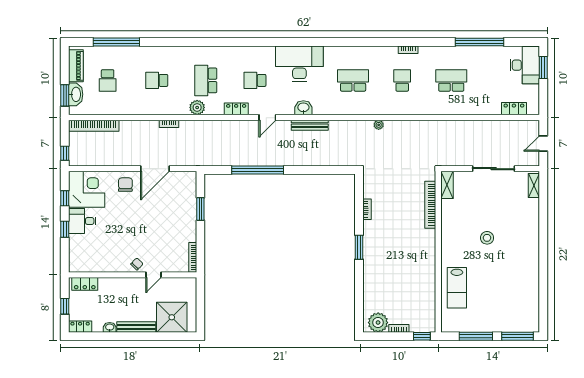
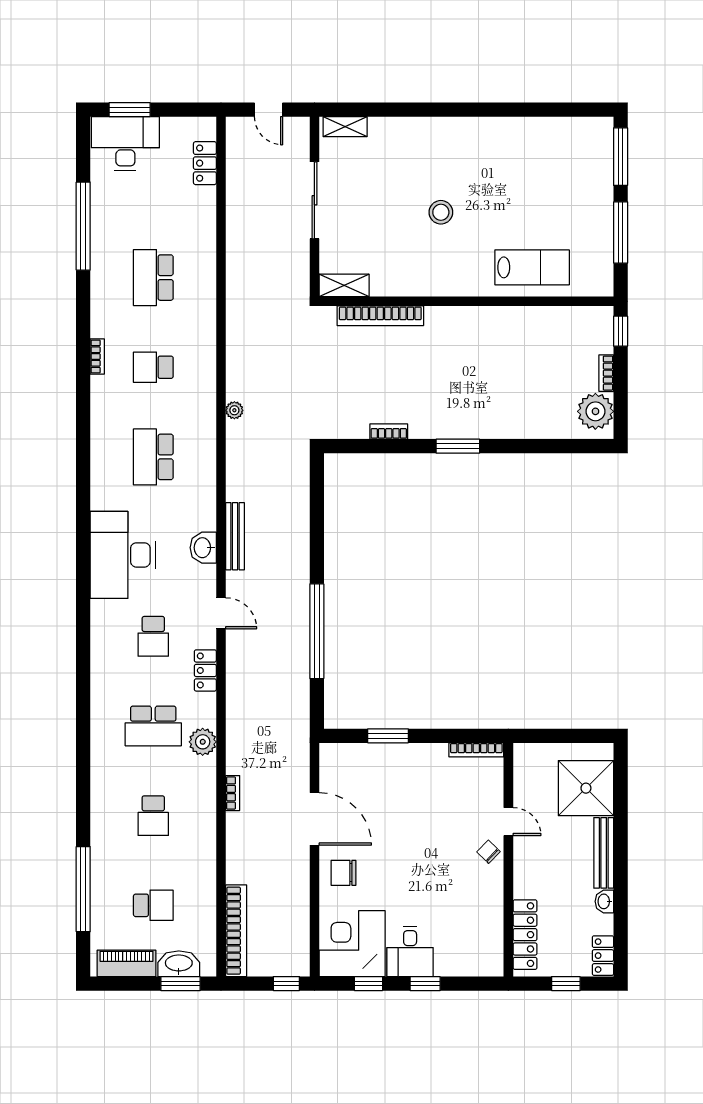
locker: (85, 284) -> (525, 935), width x1.53

